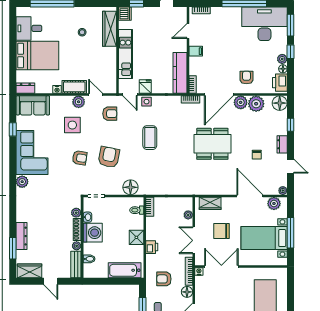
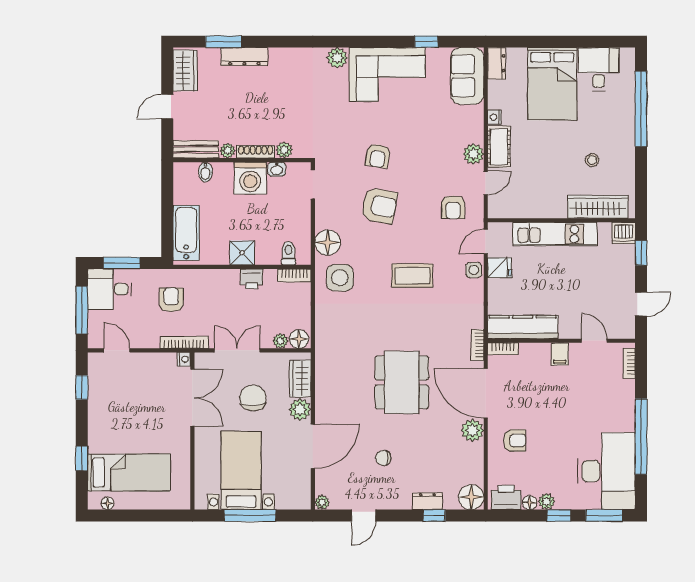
plant: (256, 104) -> (470, 457), removed
side table: (72, 125) -> (340, 278), moved
dresser: (282, 144) -> (427, 501), moved
plant: (274, 203) -> (300, 410), moved
printer: (152, 247) -> (252, 279), moved
floor lamp: (187, 292) -> (299, 339), moved

